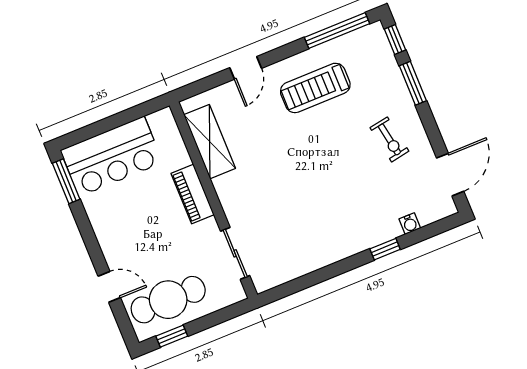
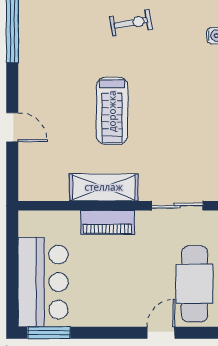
treadmill: (315, 88) -> (112, 111), moved
shelving: (210, 142) -> (104, 187), moved

